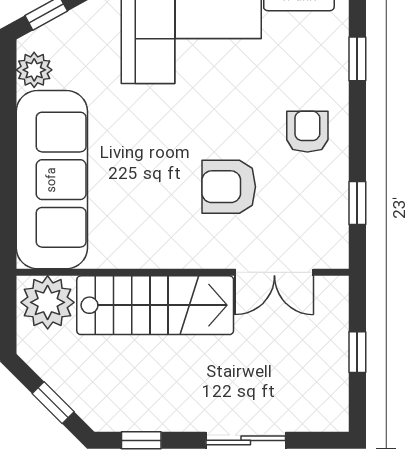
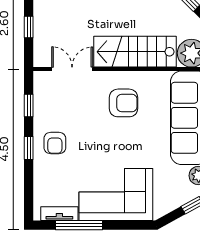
window: (357, 59) -> (29, 148), moved
armchair: (229, 187) -> (123, 103), moved

